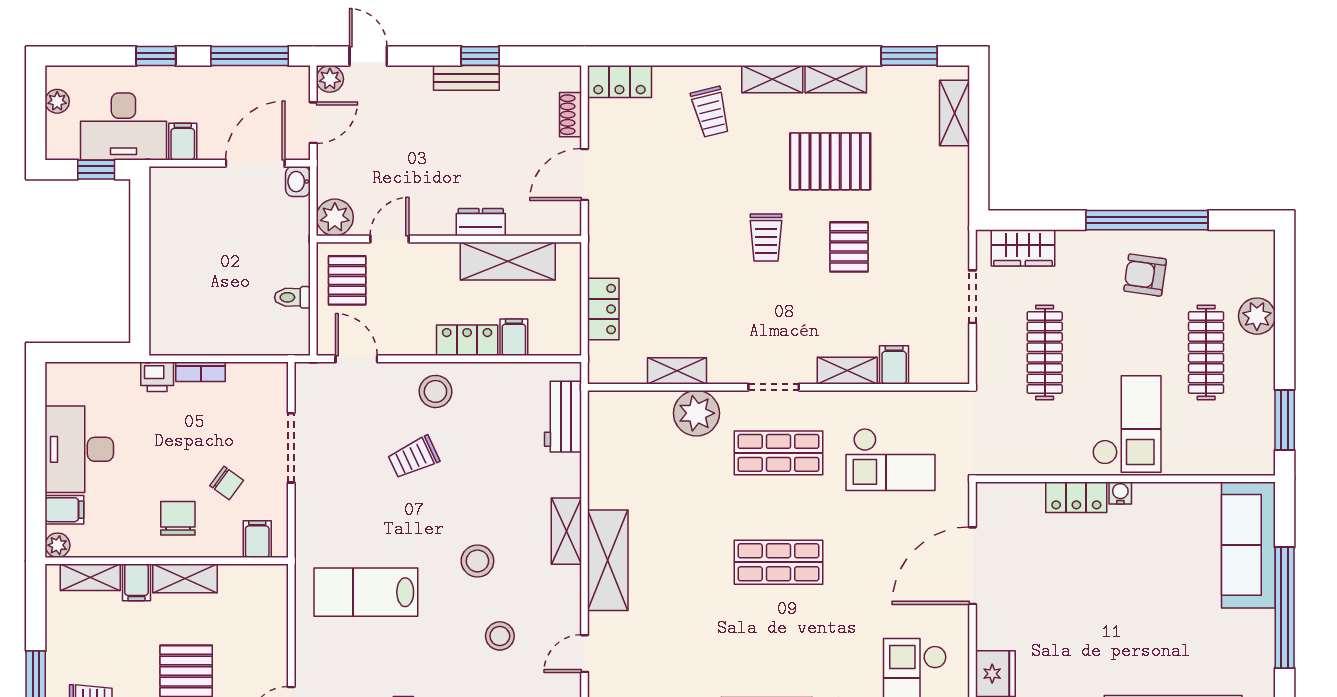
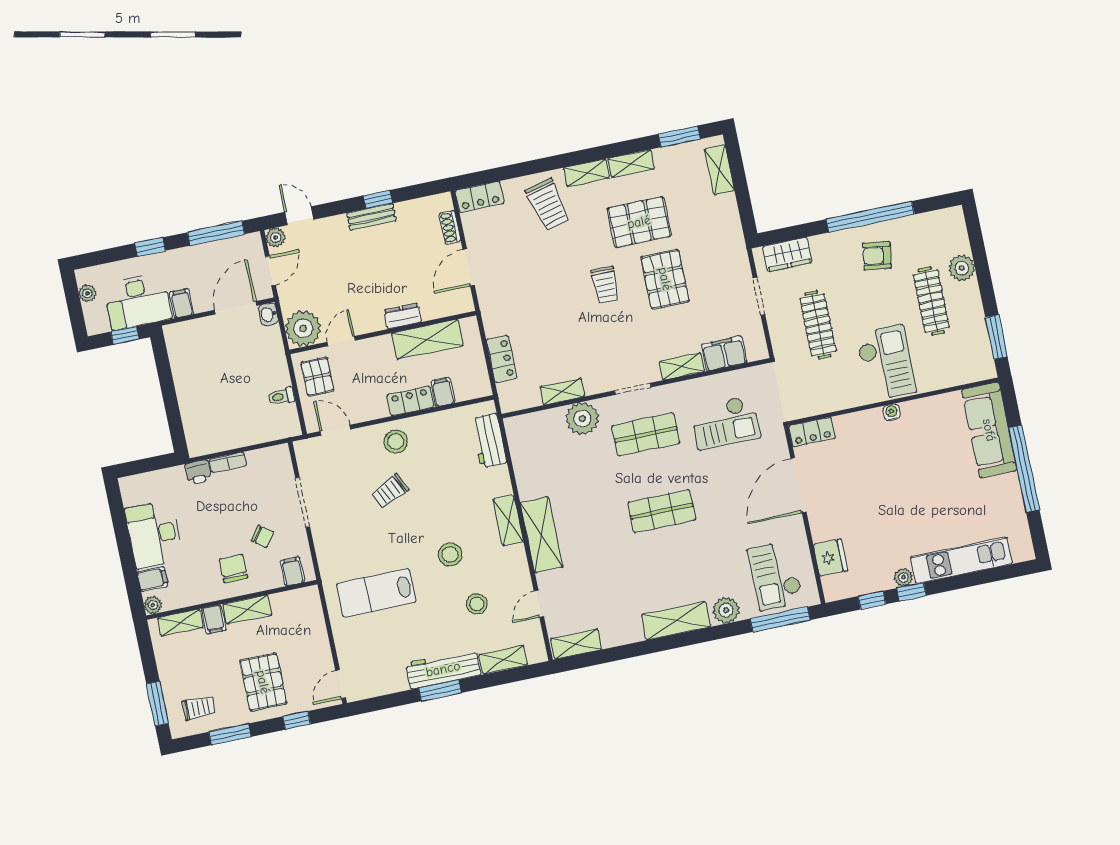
trolley: (710, 112) -> (548, 205), width x1.36, depth x1.39
plant: (335, 217) -> (303, 328), width x1.36, depth x1.36
pallet: (849, 247) -> (665, 279), width x1.50, depth x1.42
filing cabinet: (894, 365) -> (724, 353), width x2.00
locker: (1076, 497) -> (812, 432), moved

